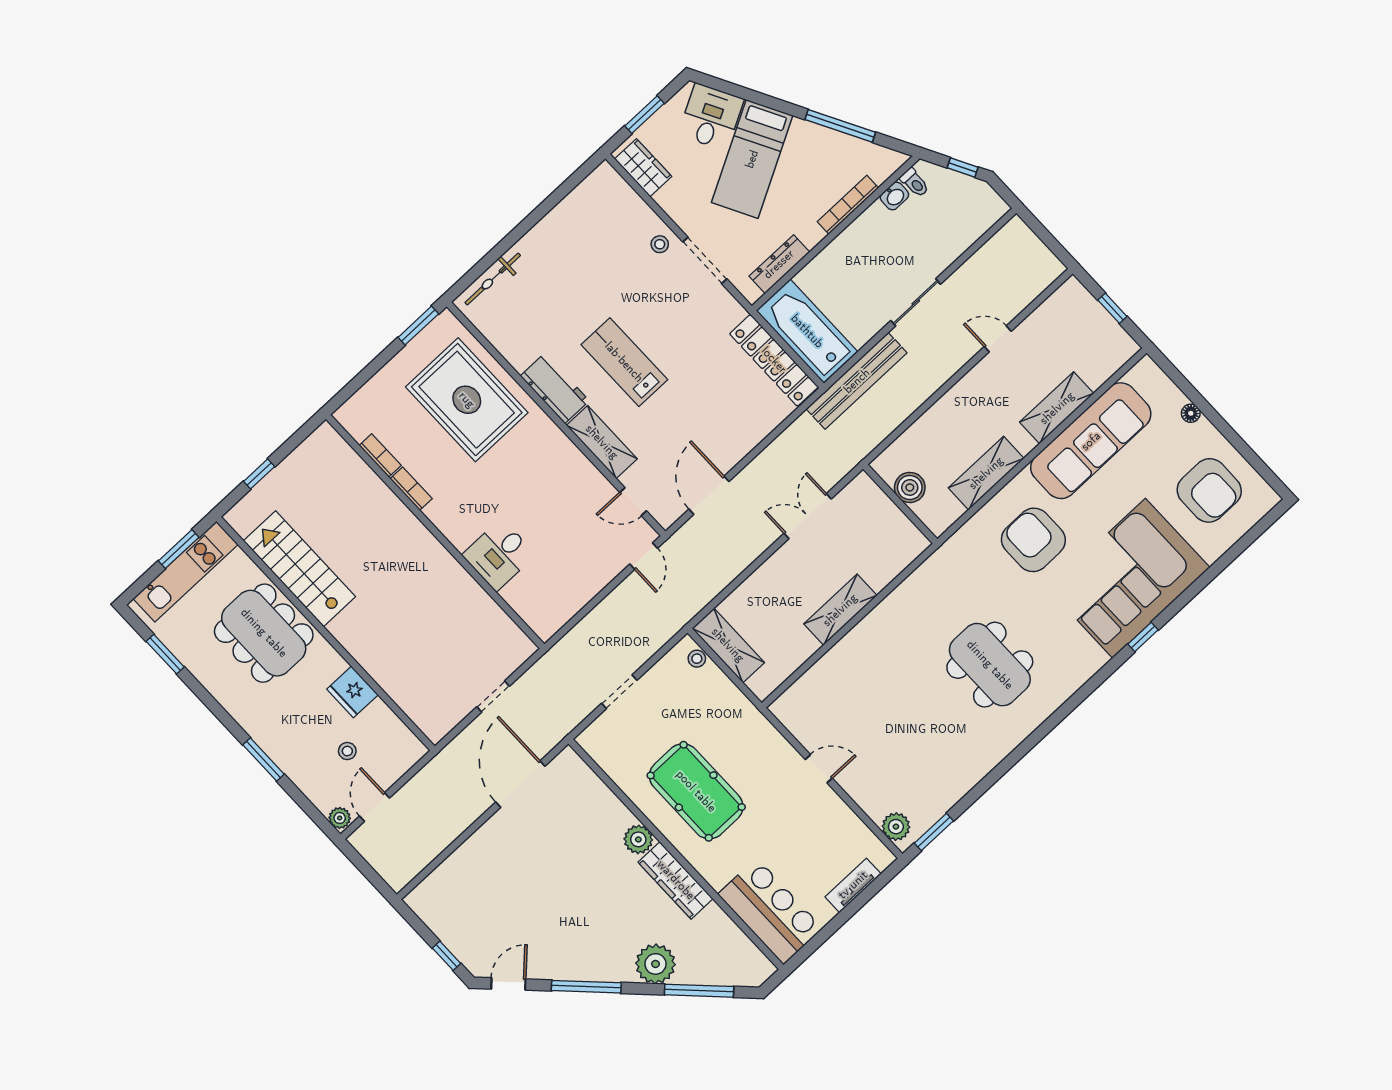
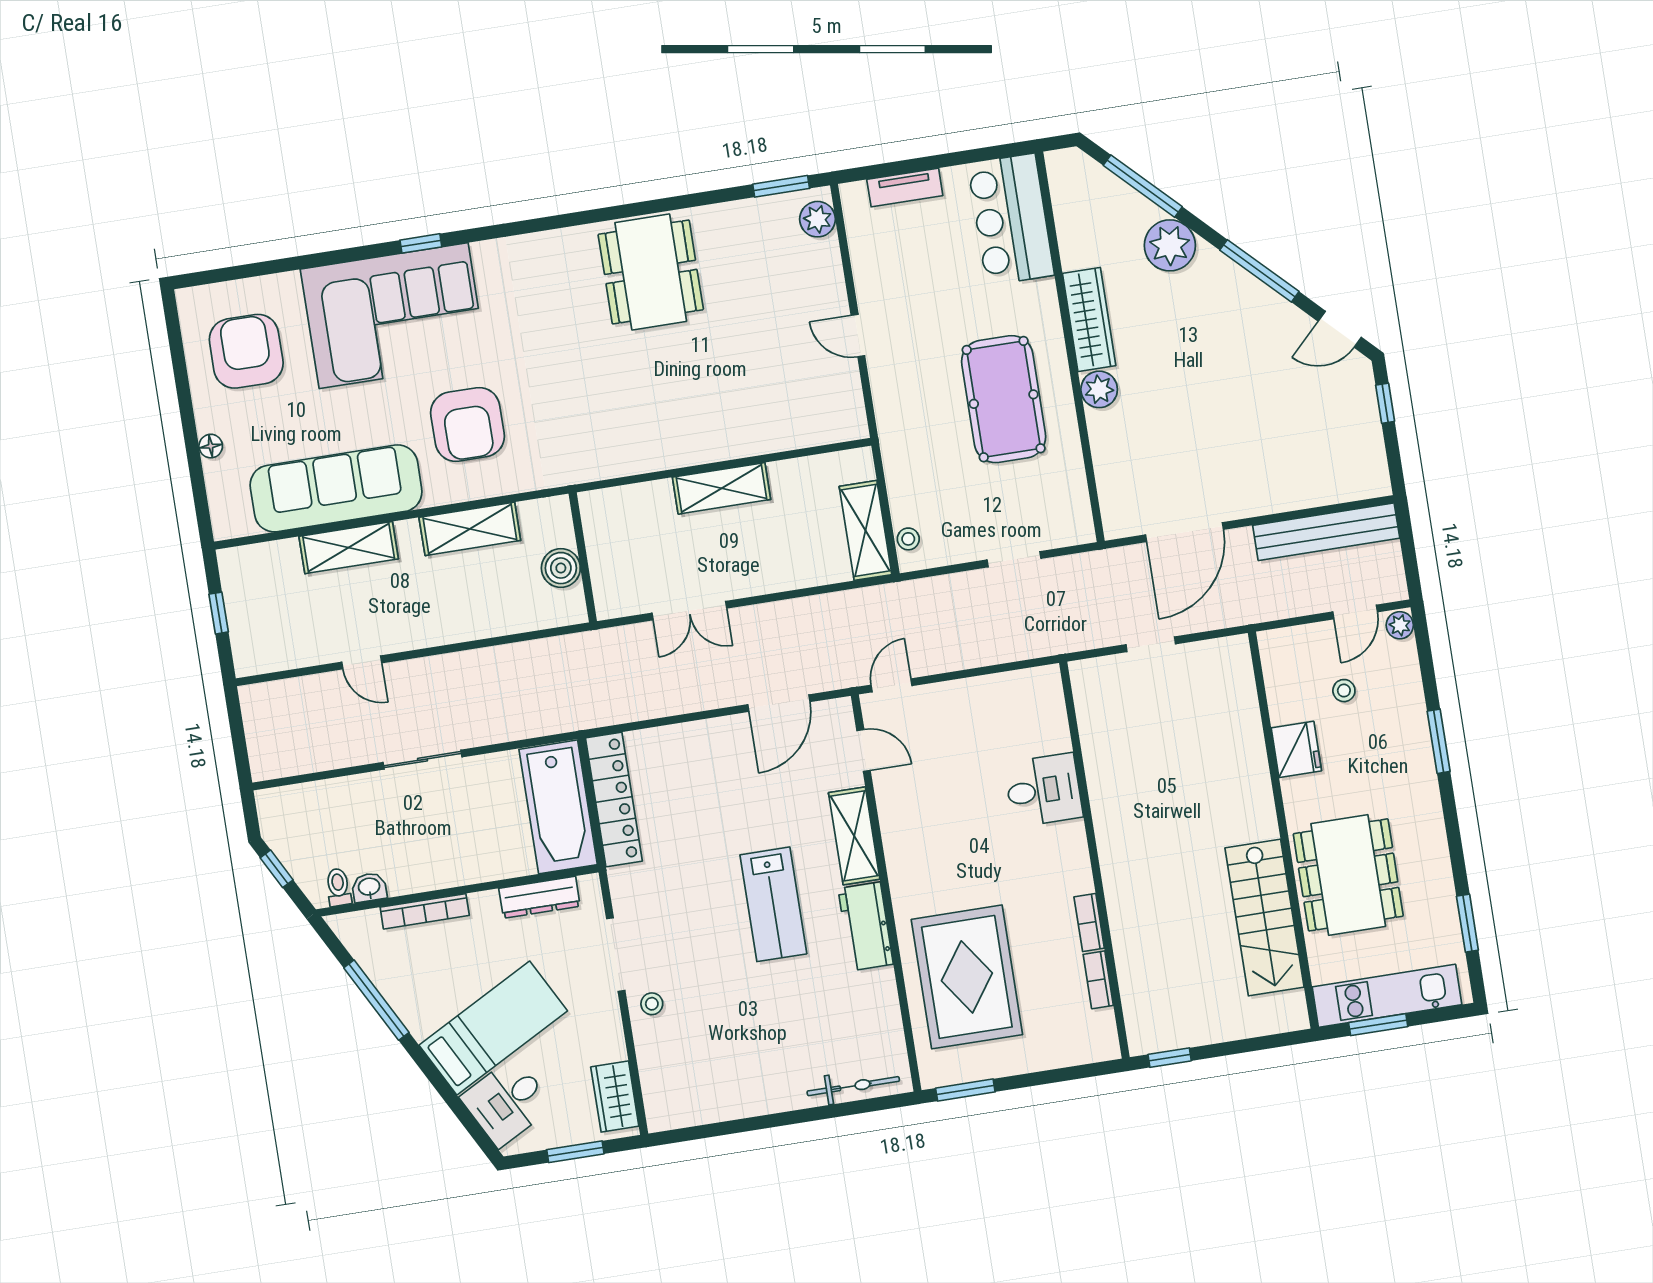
bench: (857, 381) -> (1326, 532), moved
window: (259, 474) -> (1170, 1058), moved
dining table: (990, 665) -> (651, 272), moved

